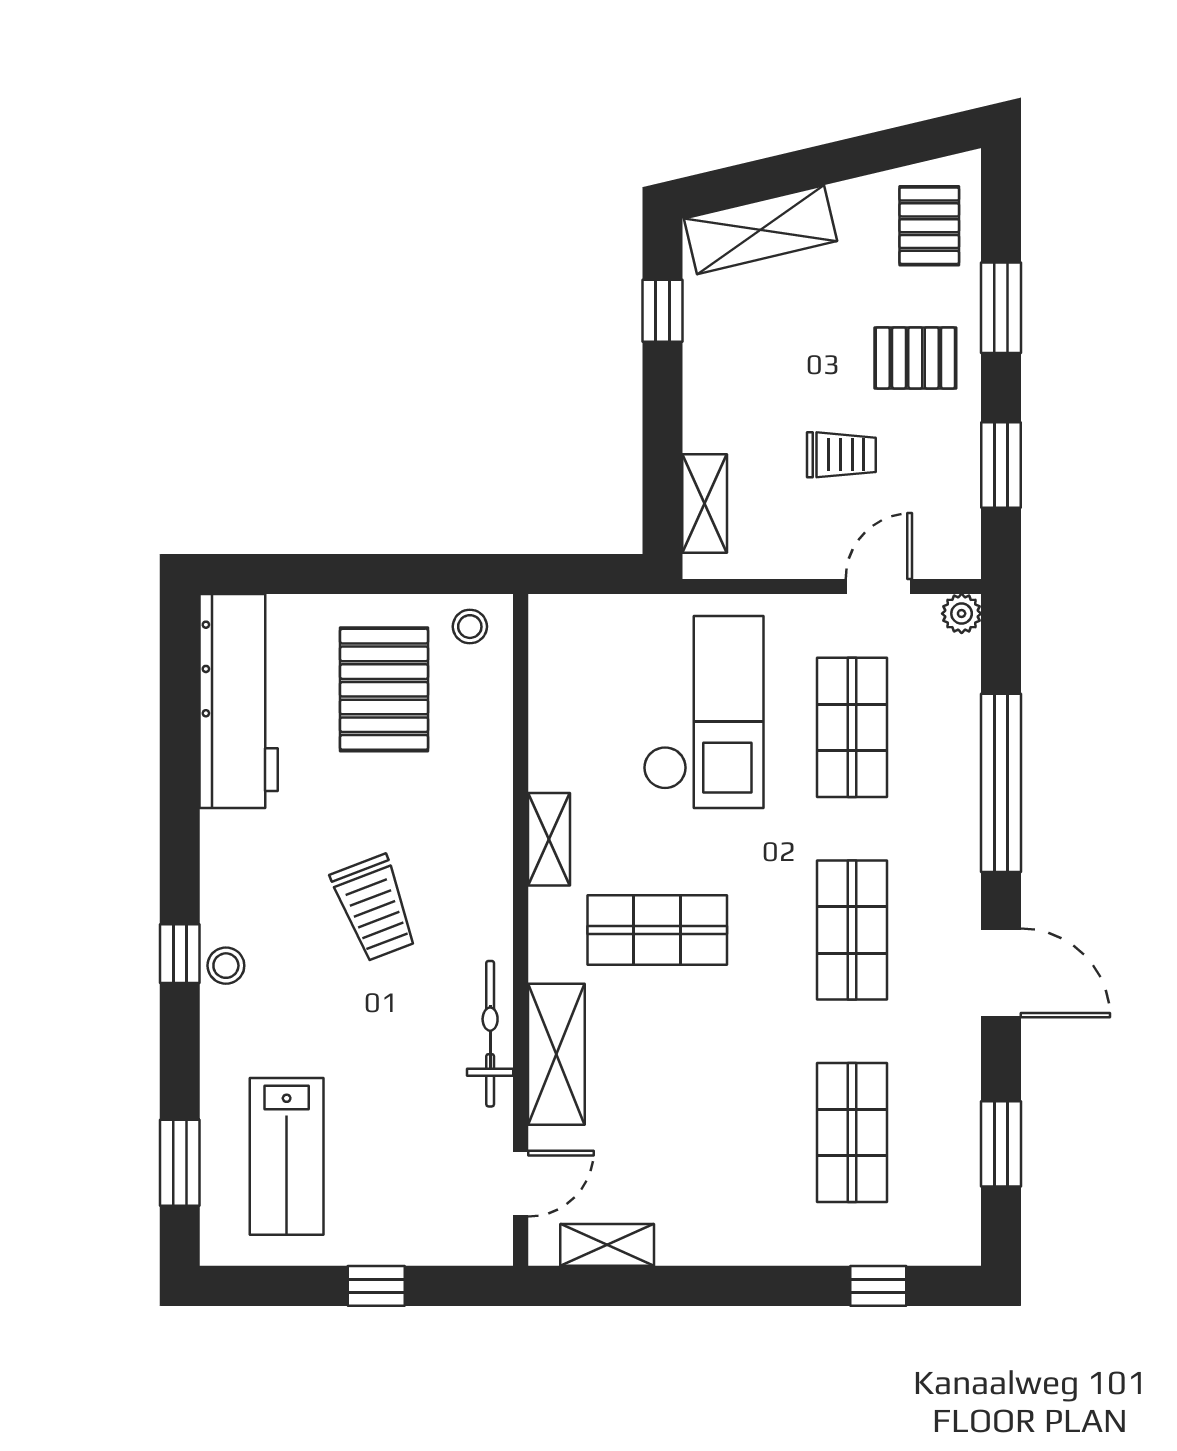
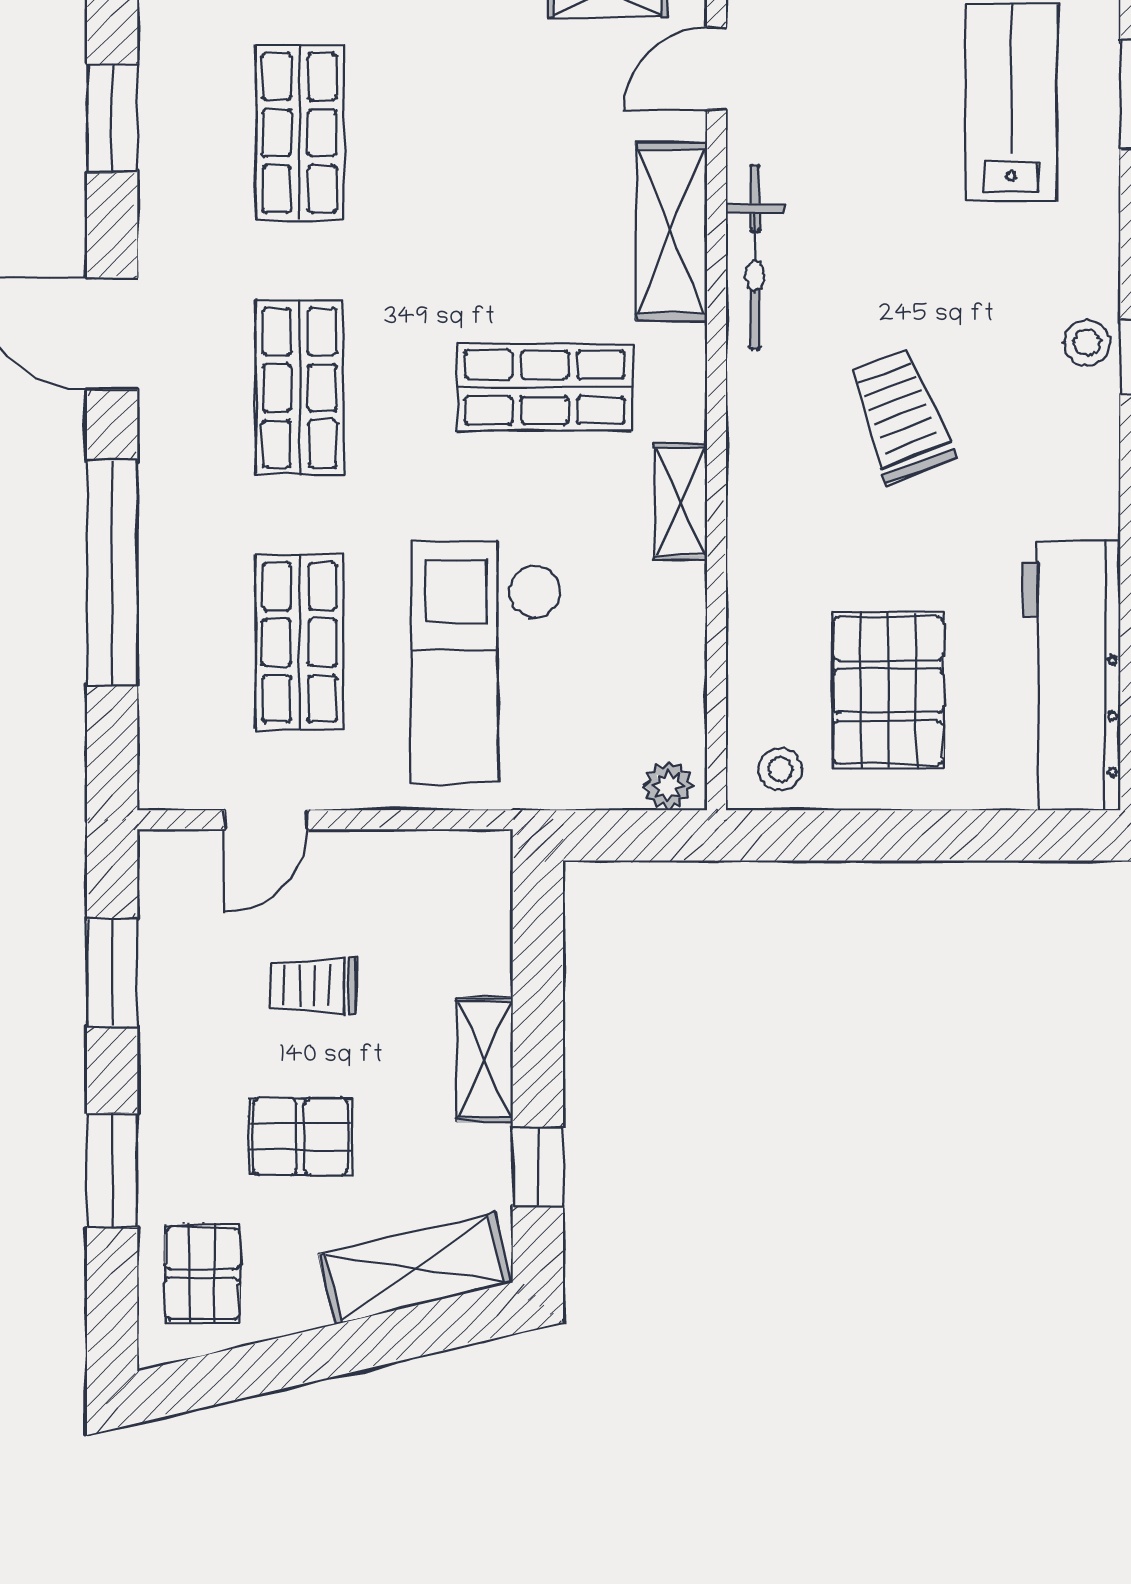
pallet: (915, 358) -> (300, 1137), moved
shelving: (705, 504) -> (485, 1060), moved
plant: (962, 614) -> (668, 786), moved

